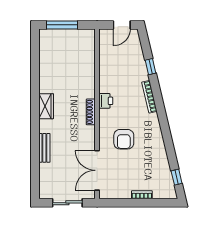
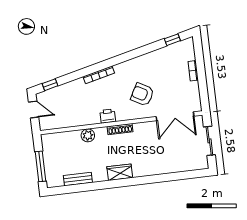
window: (150, 67) -> (50, 85), moved
plant: (88, 78) -> (88, 135), added
armchair: (124, 139) -> (142, 94), turned -151
bench: (44, 148) -> (78, 179), moved

